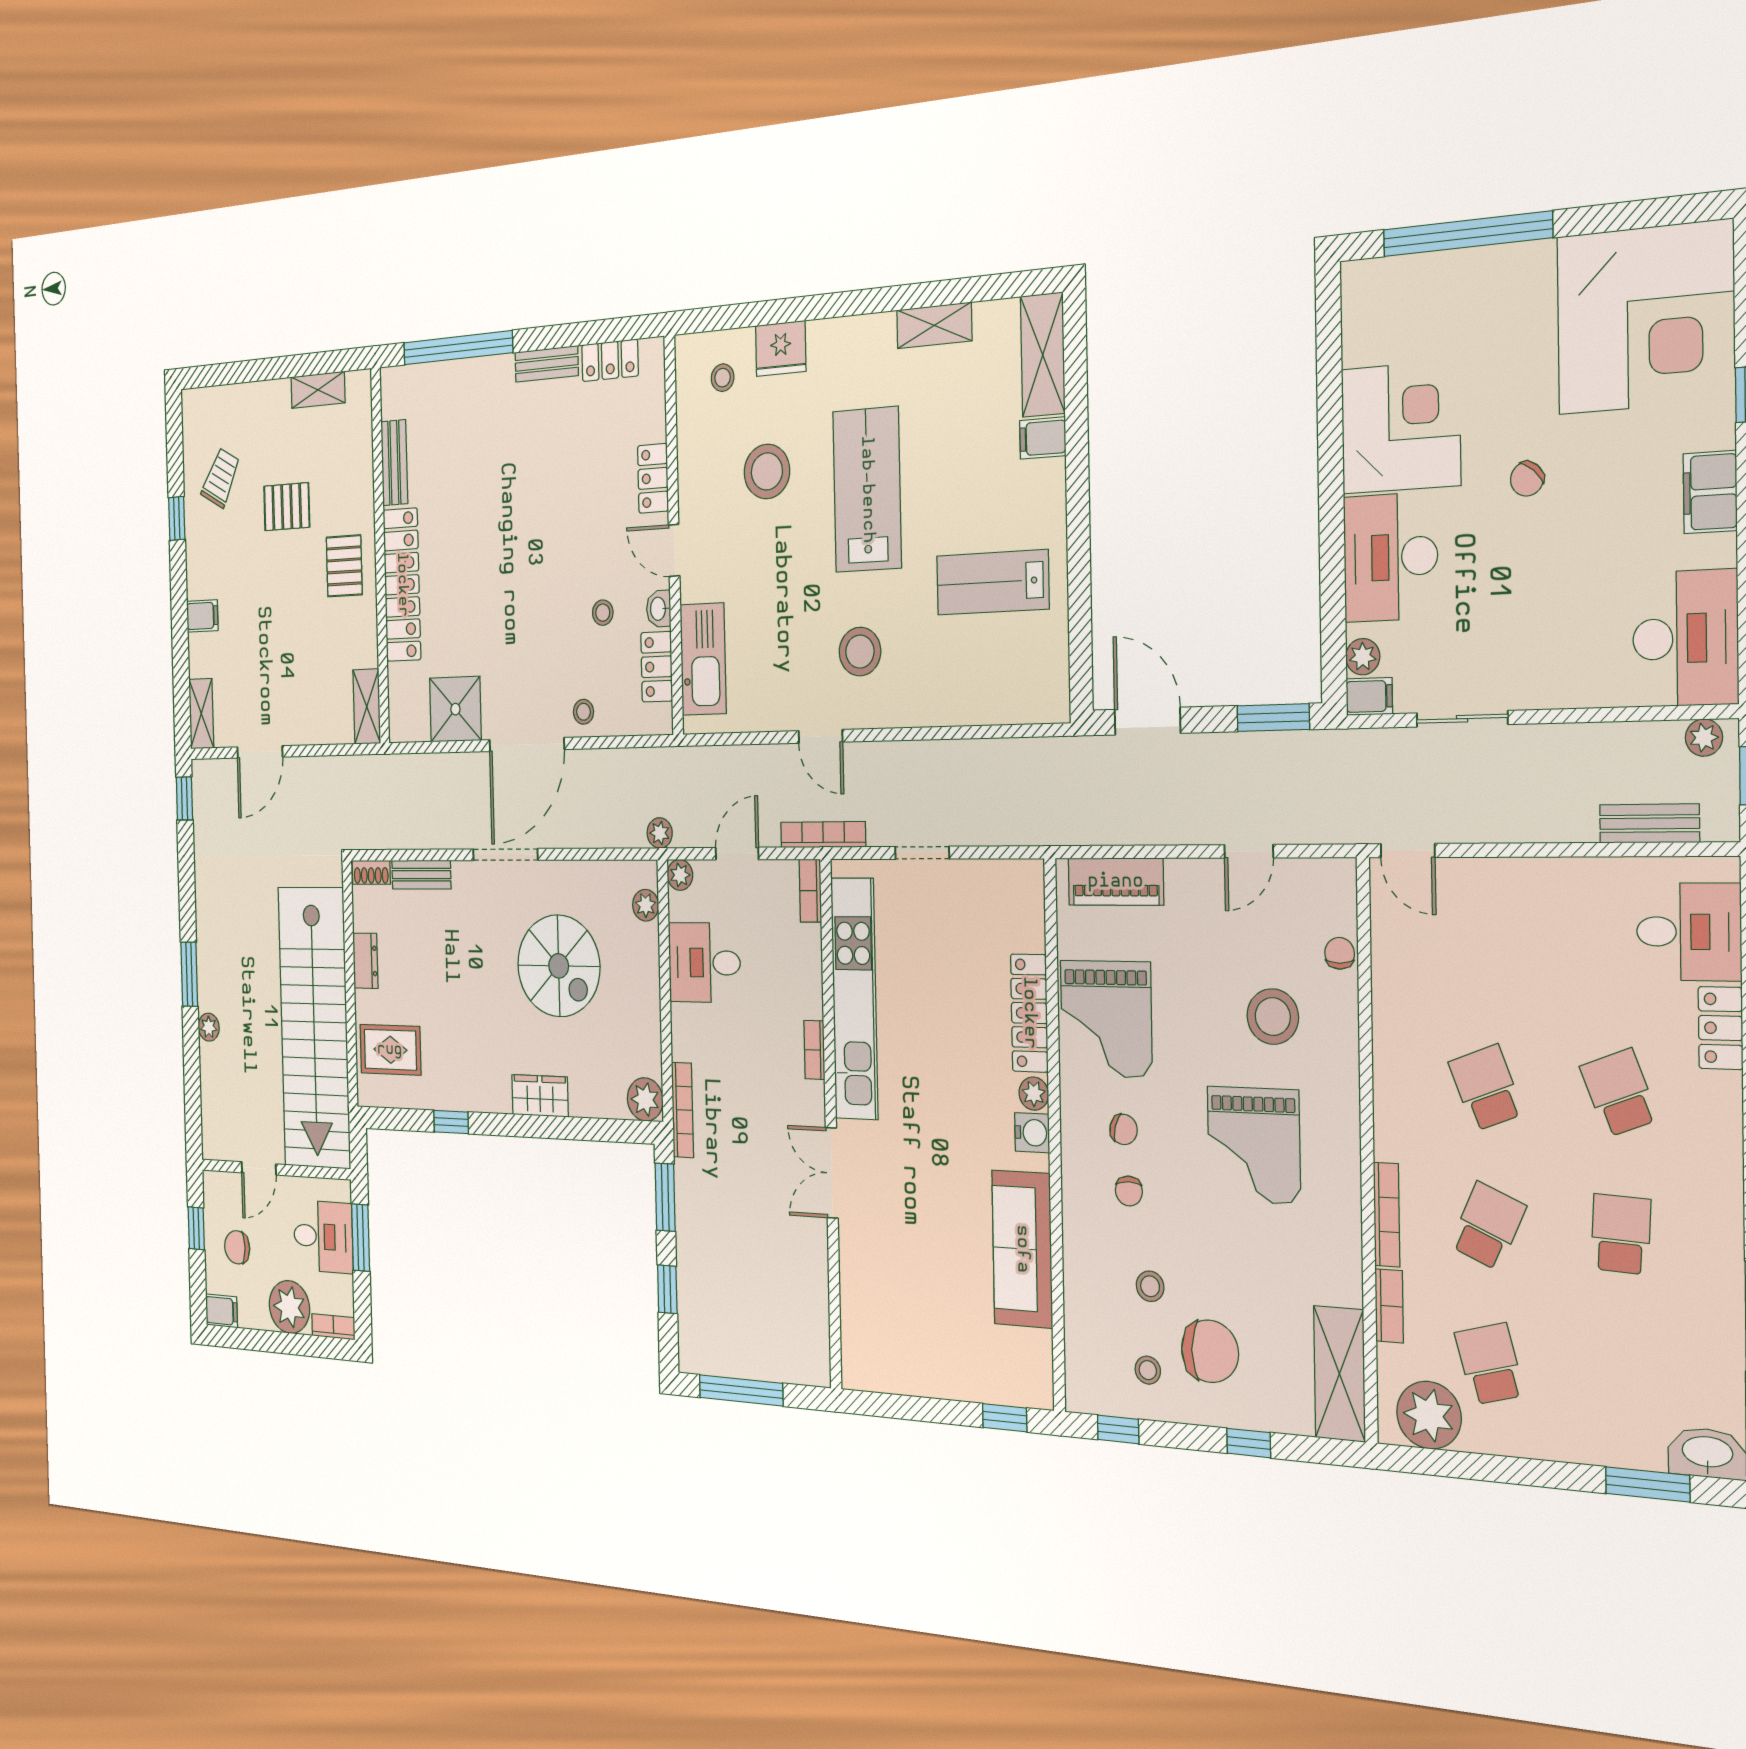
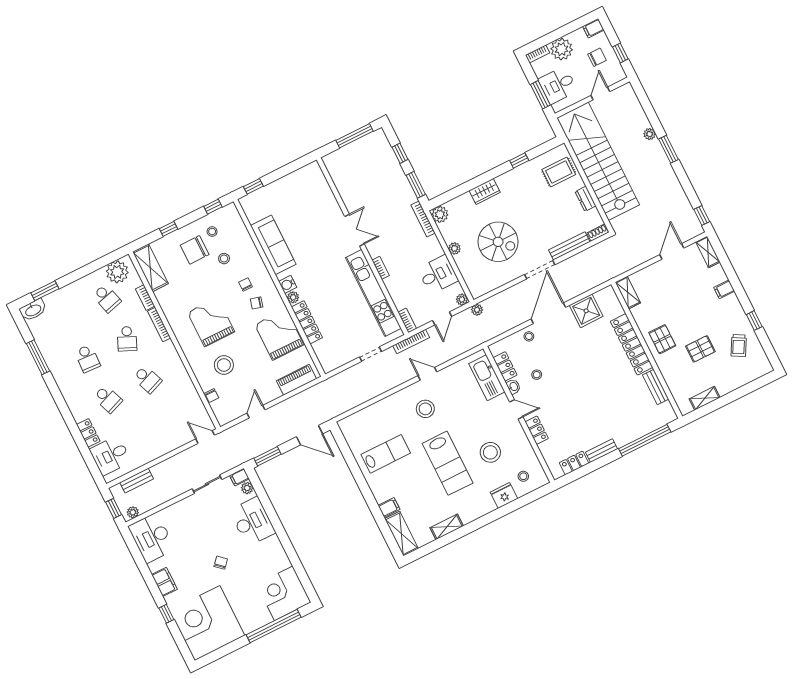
corner desk: (1401, 427) -> (284, 593), moved, turned 90
bench: (421, 875) -> (569, 246), width x1.36
plant: (646, 905) -> (454, 248), moved
spiral stairs: (559, 966) -> (498, 242), turned 180

